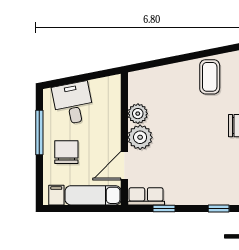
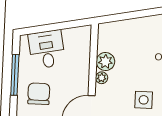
plant: (140, 137) -> (102, 78), width x0.53, depth x0.53
side table: (181, 154) -> (144, 100), added

